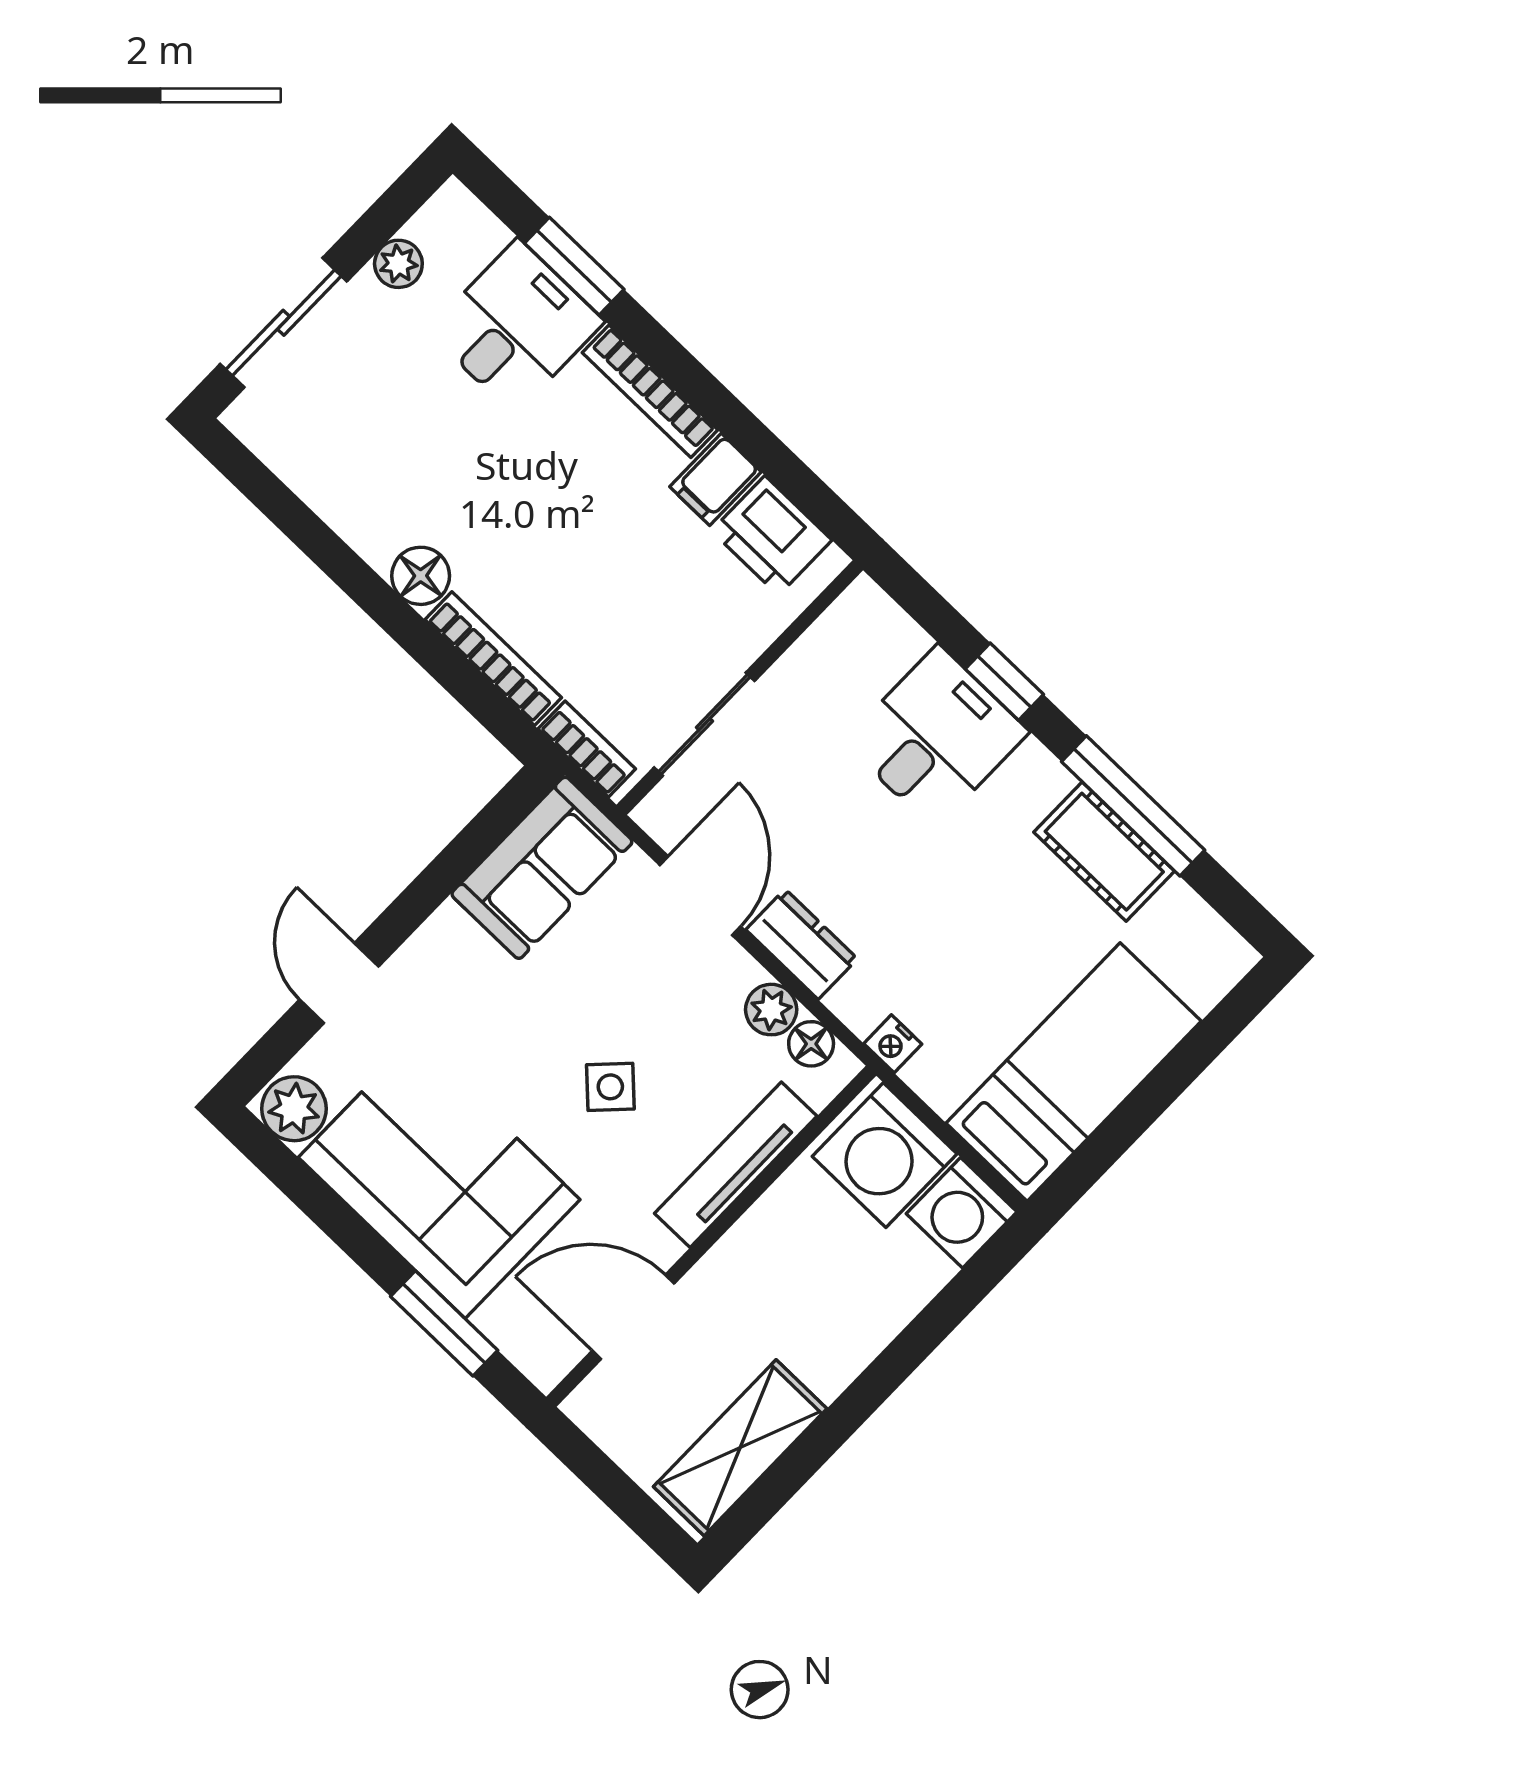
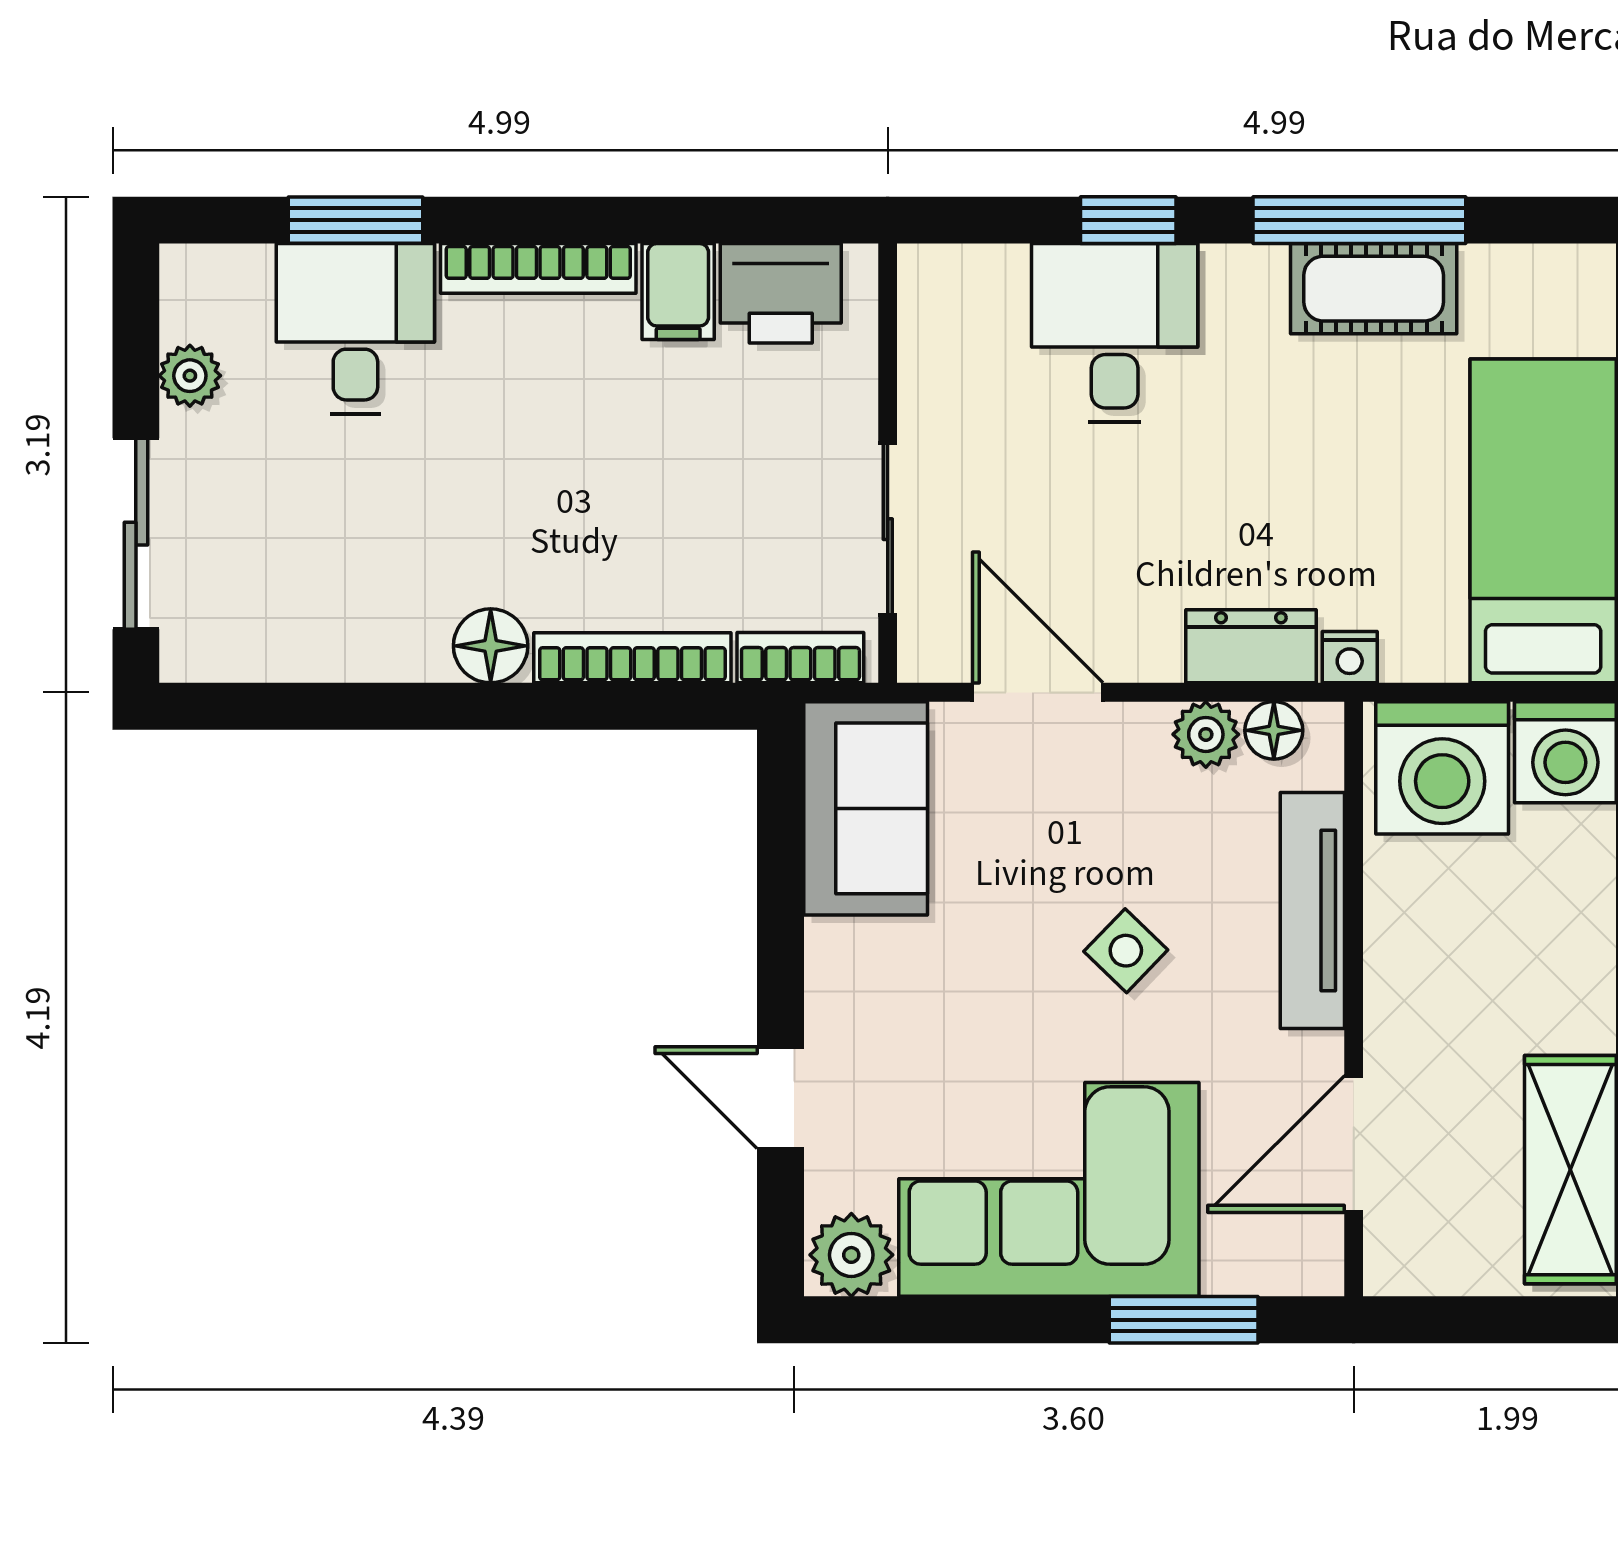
dresser: (802, 944) -> (1251, 646), moved

